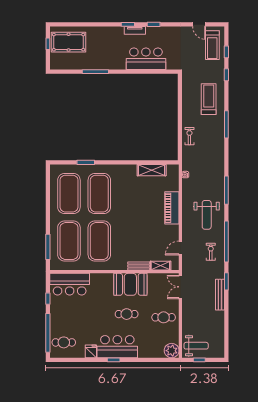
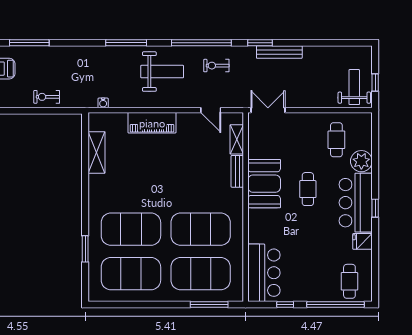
double door: (180, 287) -> (268, 110), swing flipped
cafe table: (164, 317) -> (336, 140), moved
plant: (172, 351) -> (361, 161), moved

